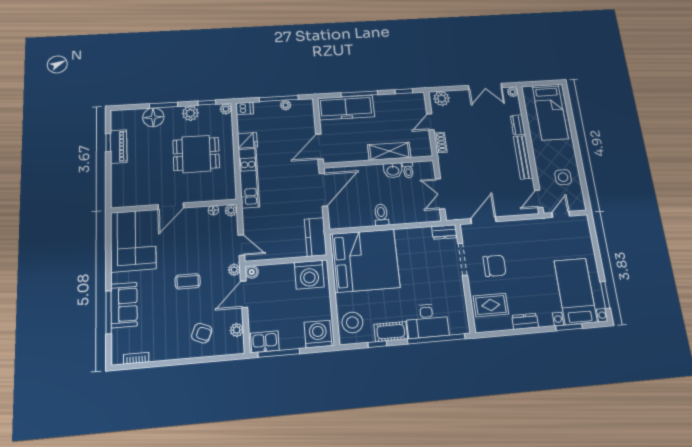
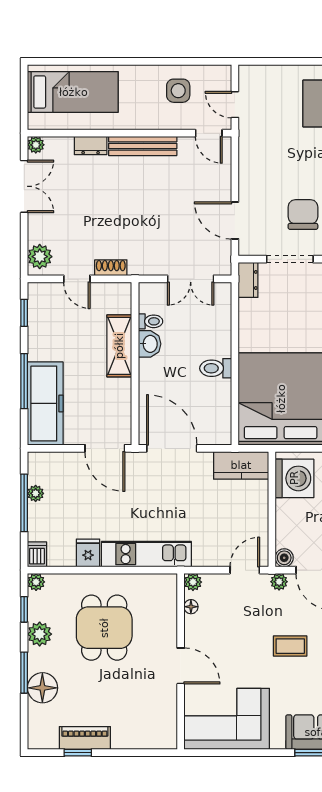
coffee table: (188, 281) -> (290, 646), turned 90

